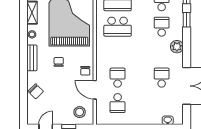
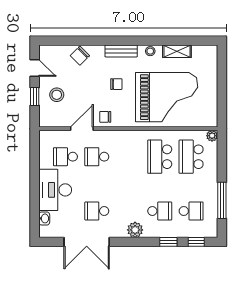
school desk: (118, 78) -> (97, 157), turned 180
school desk: (162, 78) -> (97, 211), turned 180
desk: (145, 111) -> (55, 190), added
stool: (80, 112) -> (57, 95), moved

